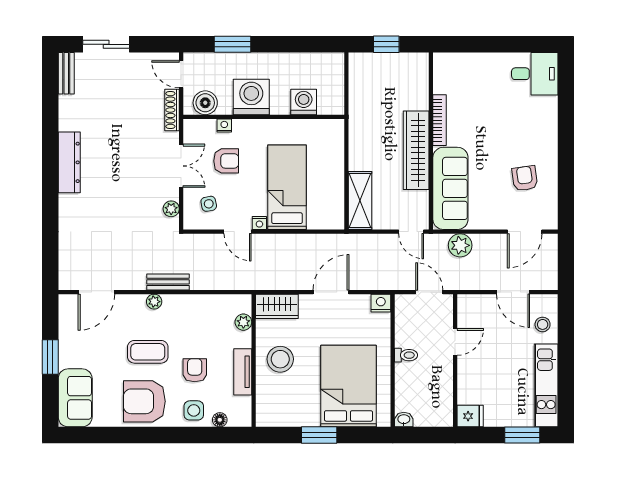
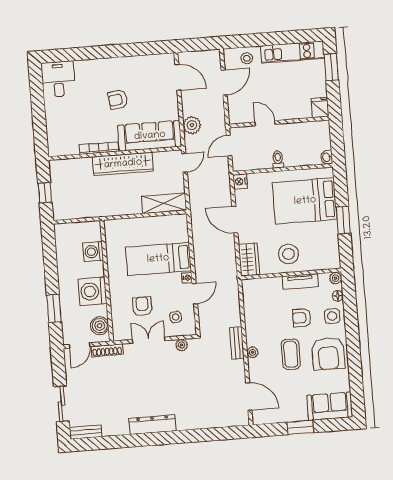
nightstand: (224, 126) -> (116, 310), removed
armchair: (525, 178) -> (118, 100), moved
plant: (243, 322) -> (335, 278), moved

